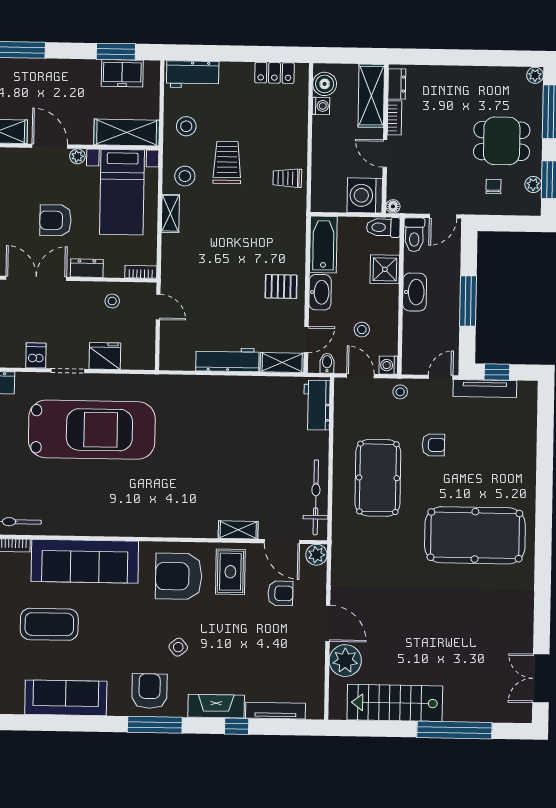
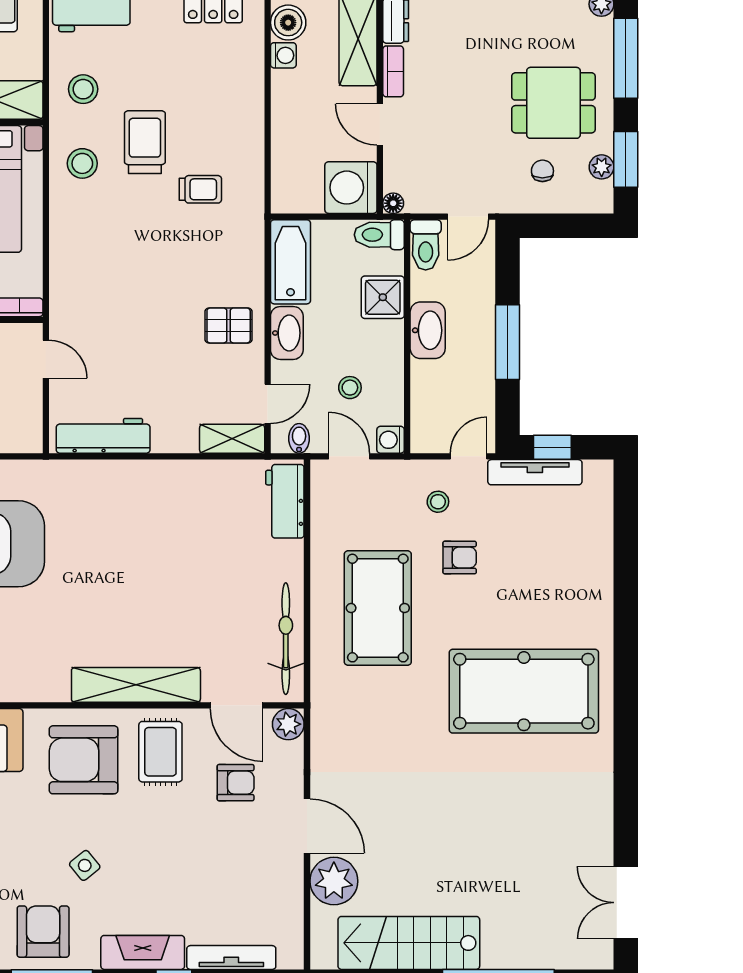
trolley: (287, 178) -> (200, 189), moved, turned 180
shelving: (170, 213) -> (62, 219), removed
workbench: (227, 360) -> (103, 436), moved
stool: (400, 392) -> (438, 502), moved
shelving: (238, 530) -> (136, 685), width x2.20, depth x1.33

